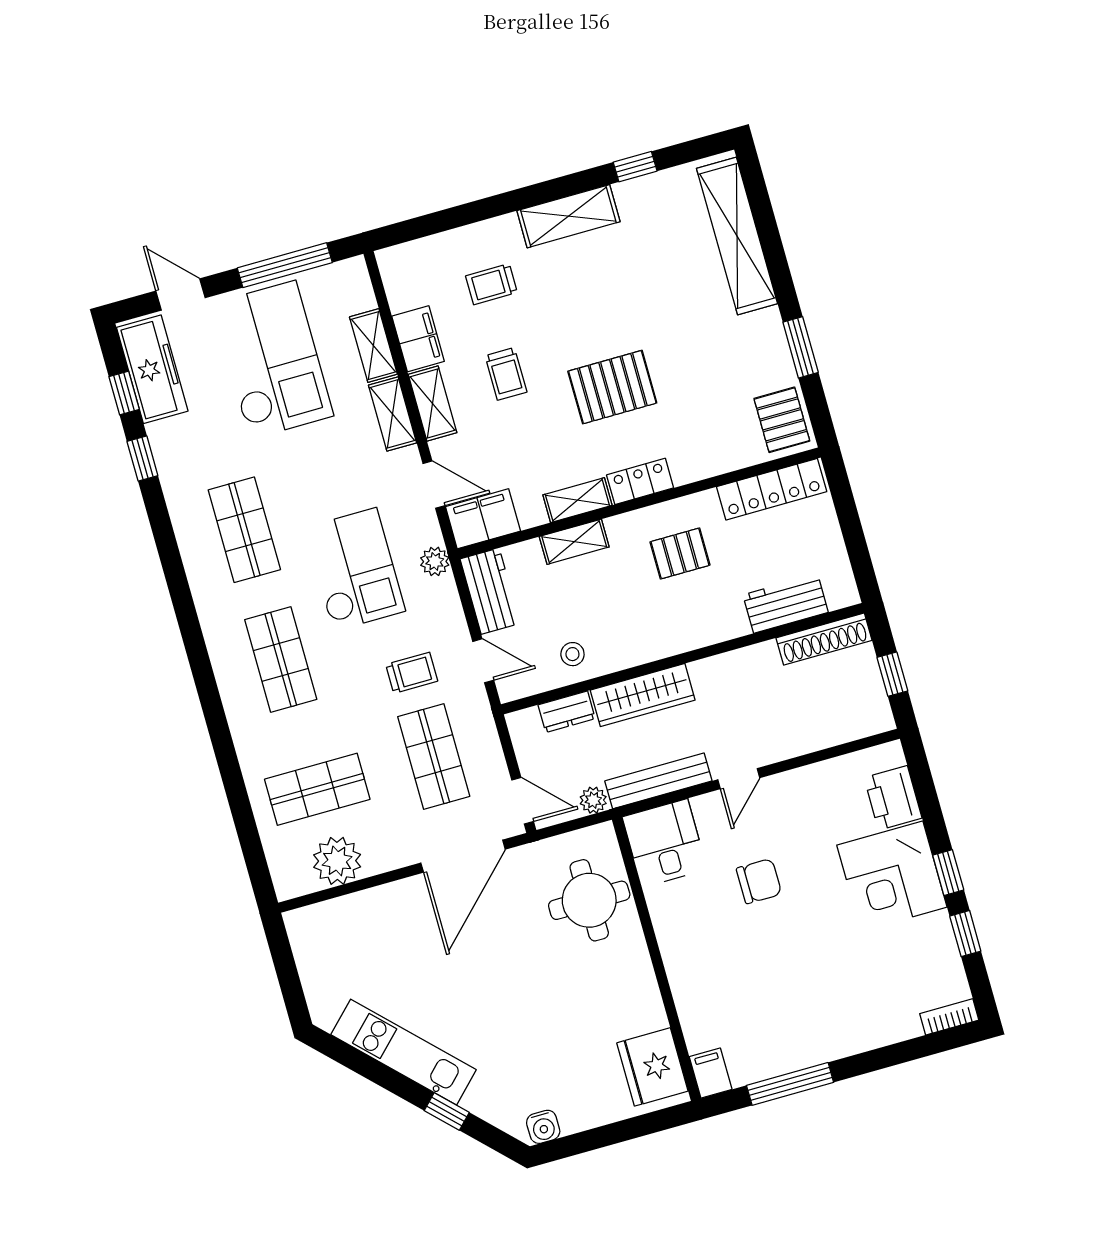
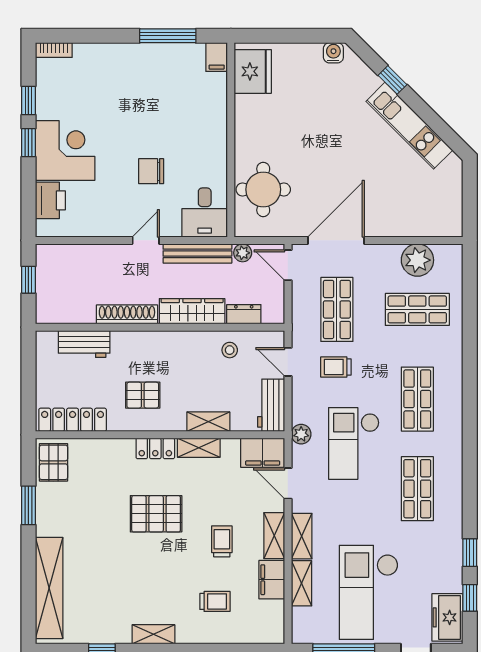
shelving: (568, 216) -> (153, 634), width x0.67, depth x0.75
freezer: (152, 369) -> (447, 617), width x0.71
shoe rack: (824, 639) -> (127, 314), moved

